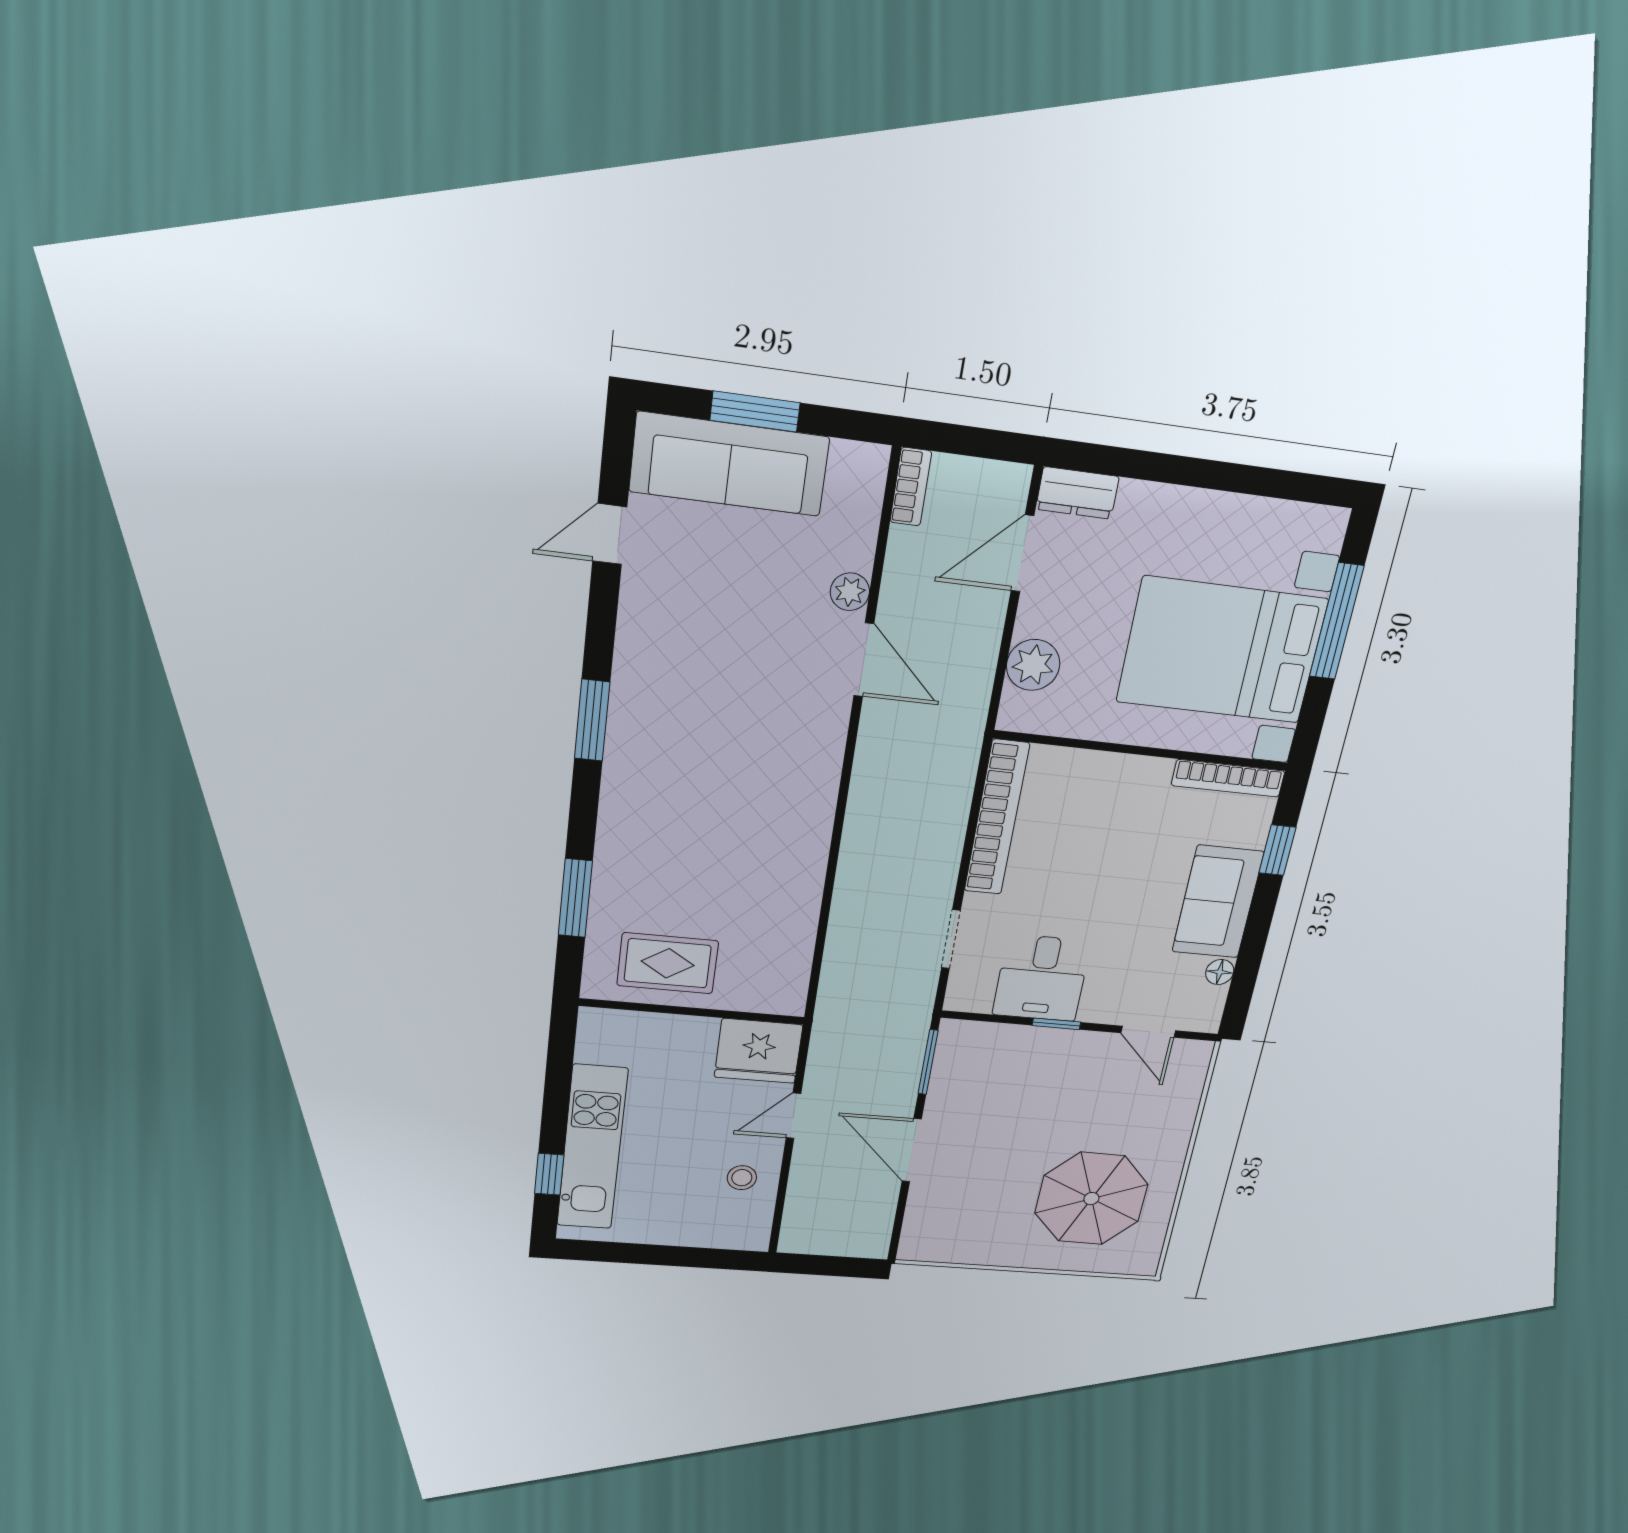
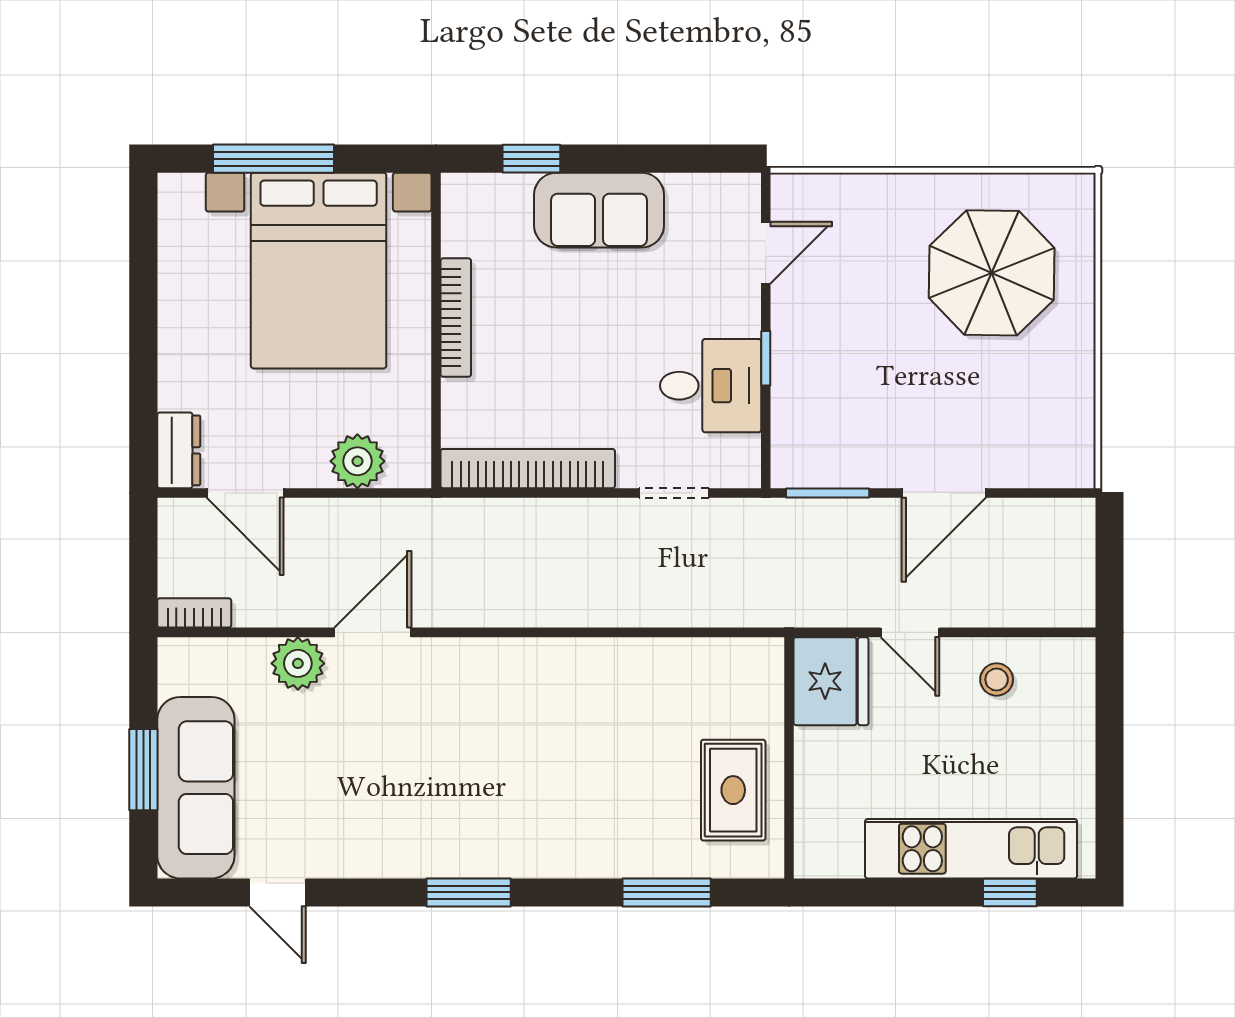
plant: (850, 592) -> (298, 663), width x1.38, depth x1.38
bookcase: (1228, 778) -> (456, 318), moved
floor lamp: (1220, 972) -> (683, 188), removed

